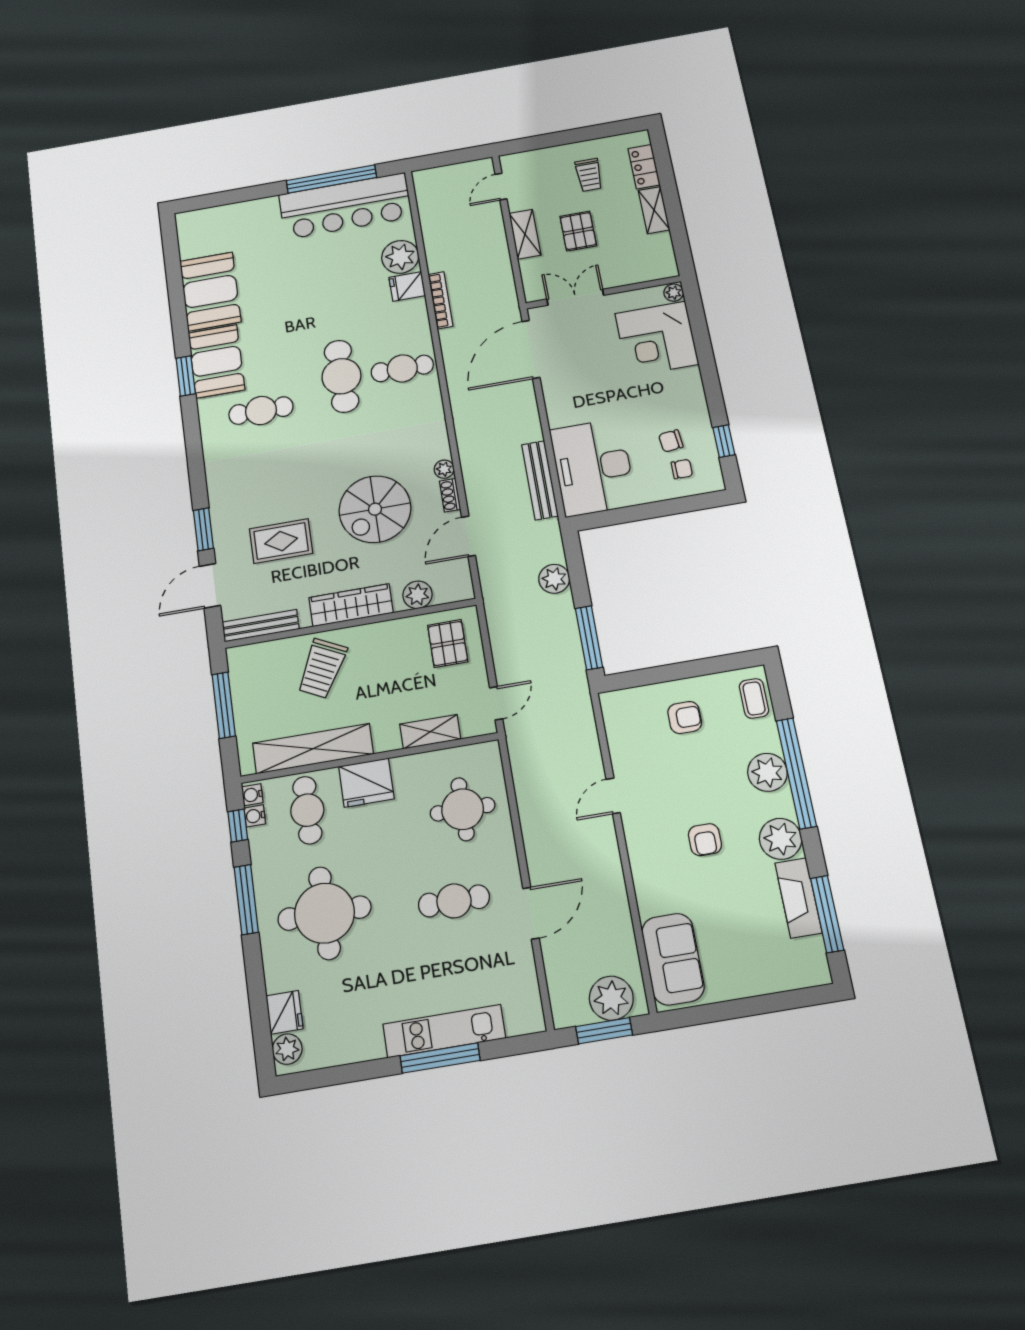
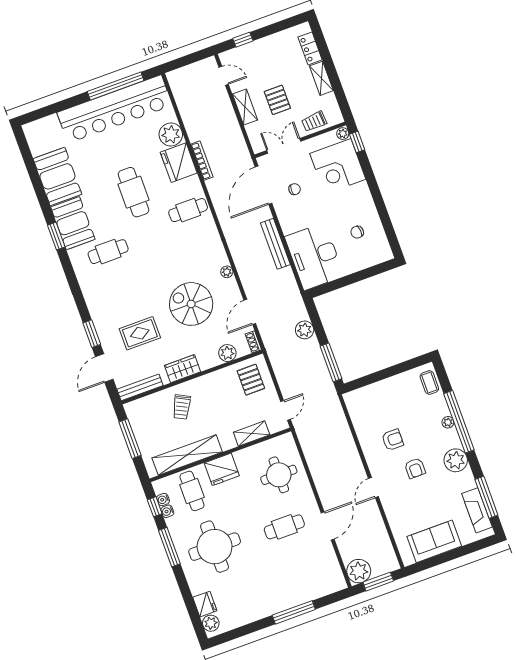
window: (541, 142) -> (243, 40), added
trolley: (589, 175) -> (314, 121), moved, turned 86
door: (501, 187) -> (224, 76), swing flipped
bar counter: (345, 206) -> (115, 109), width x1.36
fridge: (407, 286) -> (179, 163), width x1.88, depth x1.34
cafe table: (341, 376) -> (134, 192), moved
window: (724, 441) -> (357, 142), moved
chair: (682, 469) -> (295, 189), moved
bench: (540, 480) -> (275, 244), moved
shoe rack: (450, 495) -> (253, 342), moved
spiral stairs: (375, 509) -> (191, 304), turned 90
wardrobe: (351, 605) -> (182, 369), width x0.67
trolley: (322, 668) -> (182, 407), width x0.73, depth x0.72
armchair: (685, 718) -> (393, 440), moved
plant: (767, 772) -> (448, 422), width x0.53, depth x0.53
water cooler: (252, 795) -> (167, 511), moved
door: (613, 796) -> (373, 488), moved
fireplace: (798, 898) -> (477, 510), moved
sofa: (673, 959) -> (434, 541), moved, turned -90
plant: (611, 998) -> (359, 571), moved
kitchen unit: (444, 1031) -> (293, 598), removed

